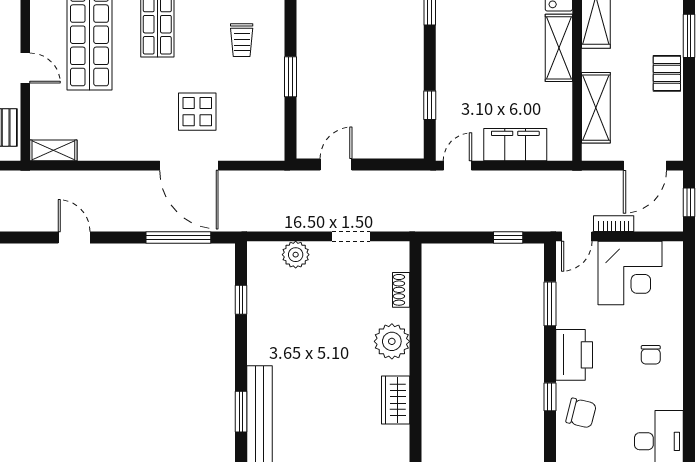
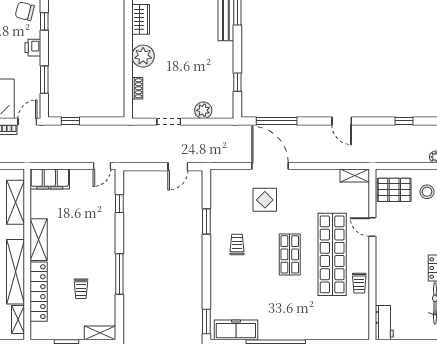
filing cabinet: (515, 145) -> (50, 179), moved
printer: (574, 355) -> (33, 48), width x0.53, depth x0.68

